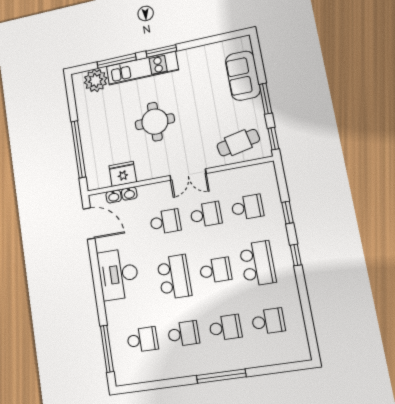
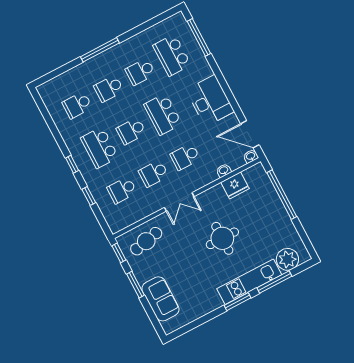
double door: (188, 174) -> (179, 202), swing flipped
washbasin: (114, 196) -> (251, 156), moved
school desk: (142, 340) -> (172, 55), width x1.85

